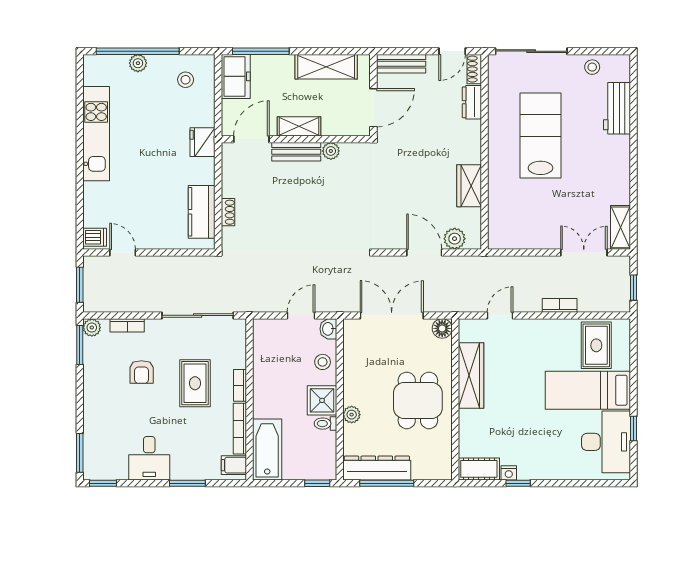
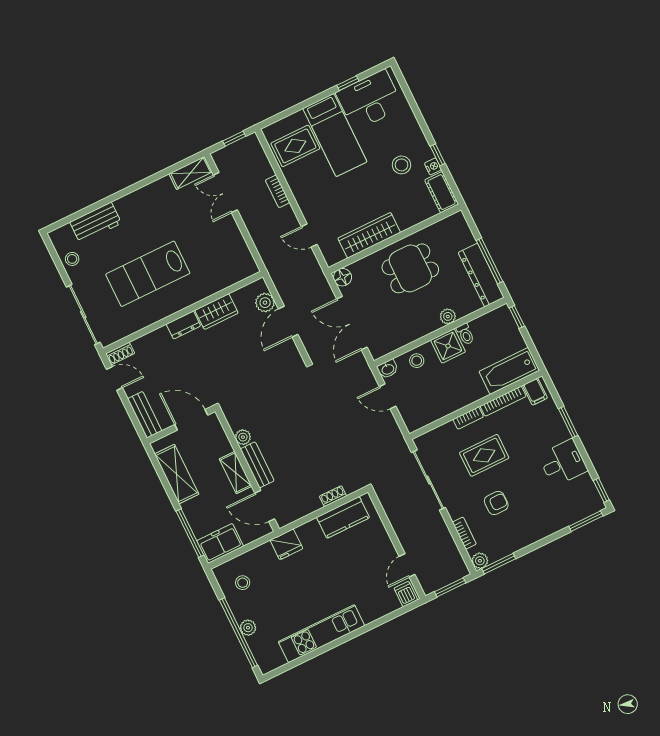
dresser: (472, 102) -> (183, 325), moved
stool: (526, 442) -> (401, 165), added

